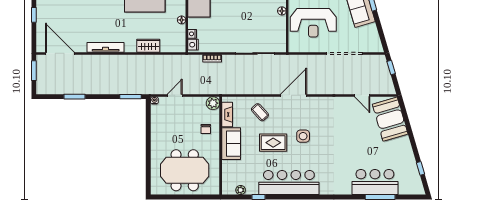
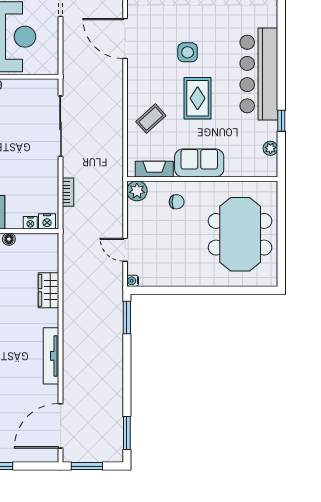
door: (294, 95) -> (125, 39), moved
window: (74, 97) -> (127, 433), moved

